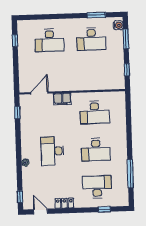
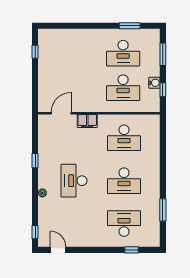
water cooler: (118, 25) -> (154, 83), moved
desk: (49, 40) -> (123, 88), moved
window: (17, 113) -> (35, 161), moved
window: (130, 174) -> (163, 210), width x0.69
locker: (64, 203) -> (86, 241), removed

